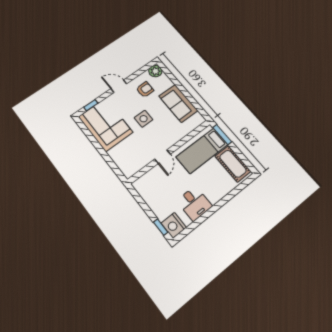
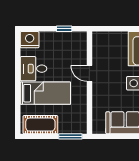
bed: (202, 151) -> (45, 93), moved, turned 90
window: (161, 227) -> (64, 29), moved

